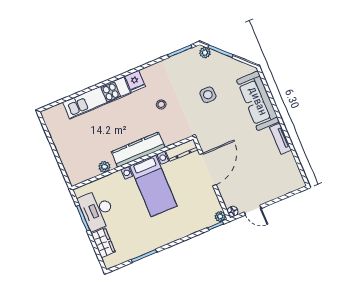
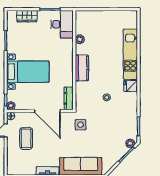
side table: (208, 95) -> (81, 125), moved
kitchen counter: (138, 150) -> (82, 68), width x0.67
coffee table: (252, 181) -> (26, 138), added
bed with nightstands: (153, 186) -> (28, 72), moved, turned 180
desk: (97, 210) -> (62, 24), moved, turned 90

